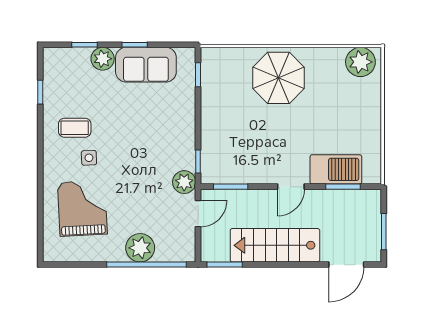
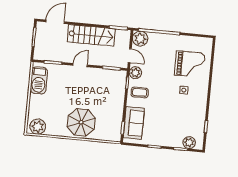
plant: (103, 59) -> (189, 143), moved
sofa: (146, 65) -> (134, 123), moved, turned 90
coffee table: (75, 128) -> (140, 92), moved
barbecue: (336, 169) -> (39, 80), moved, turned -90
grand piano: (82, 208) -> (190, 64), turned -87
door: (198, 214) -> (130, 56), swing flipped
plant: (140, 248) -> (140, 39), moved

